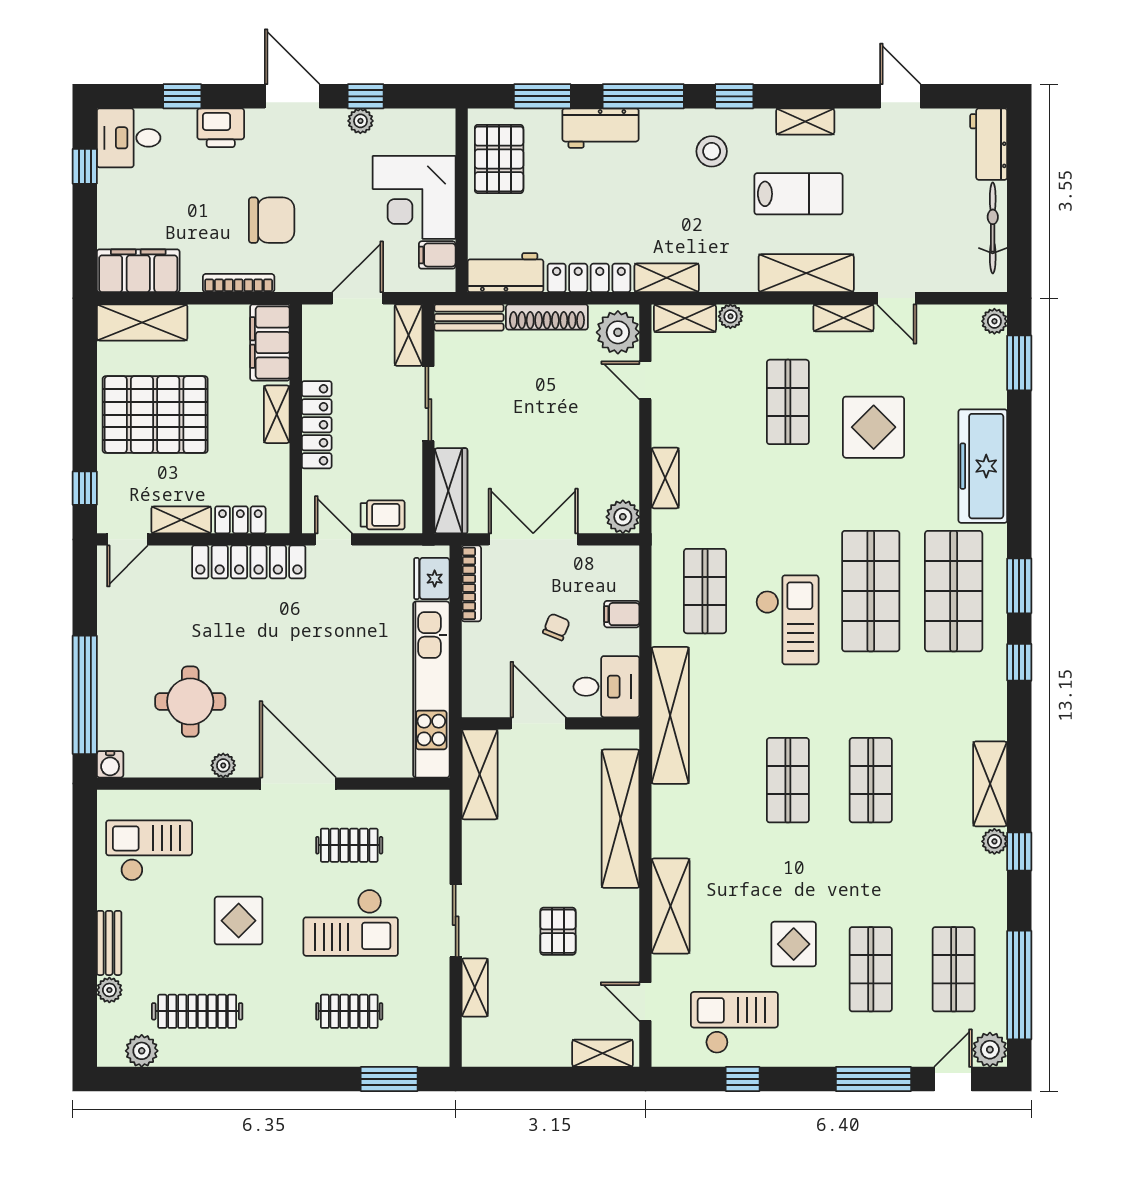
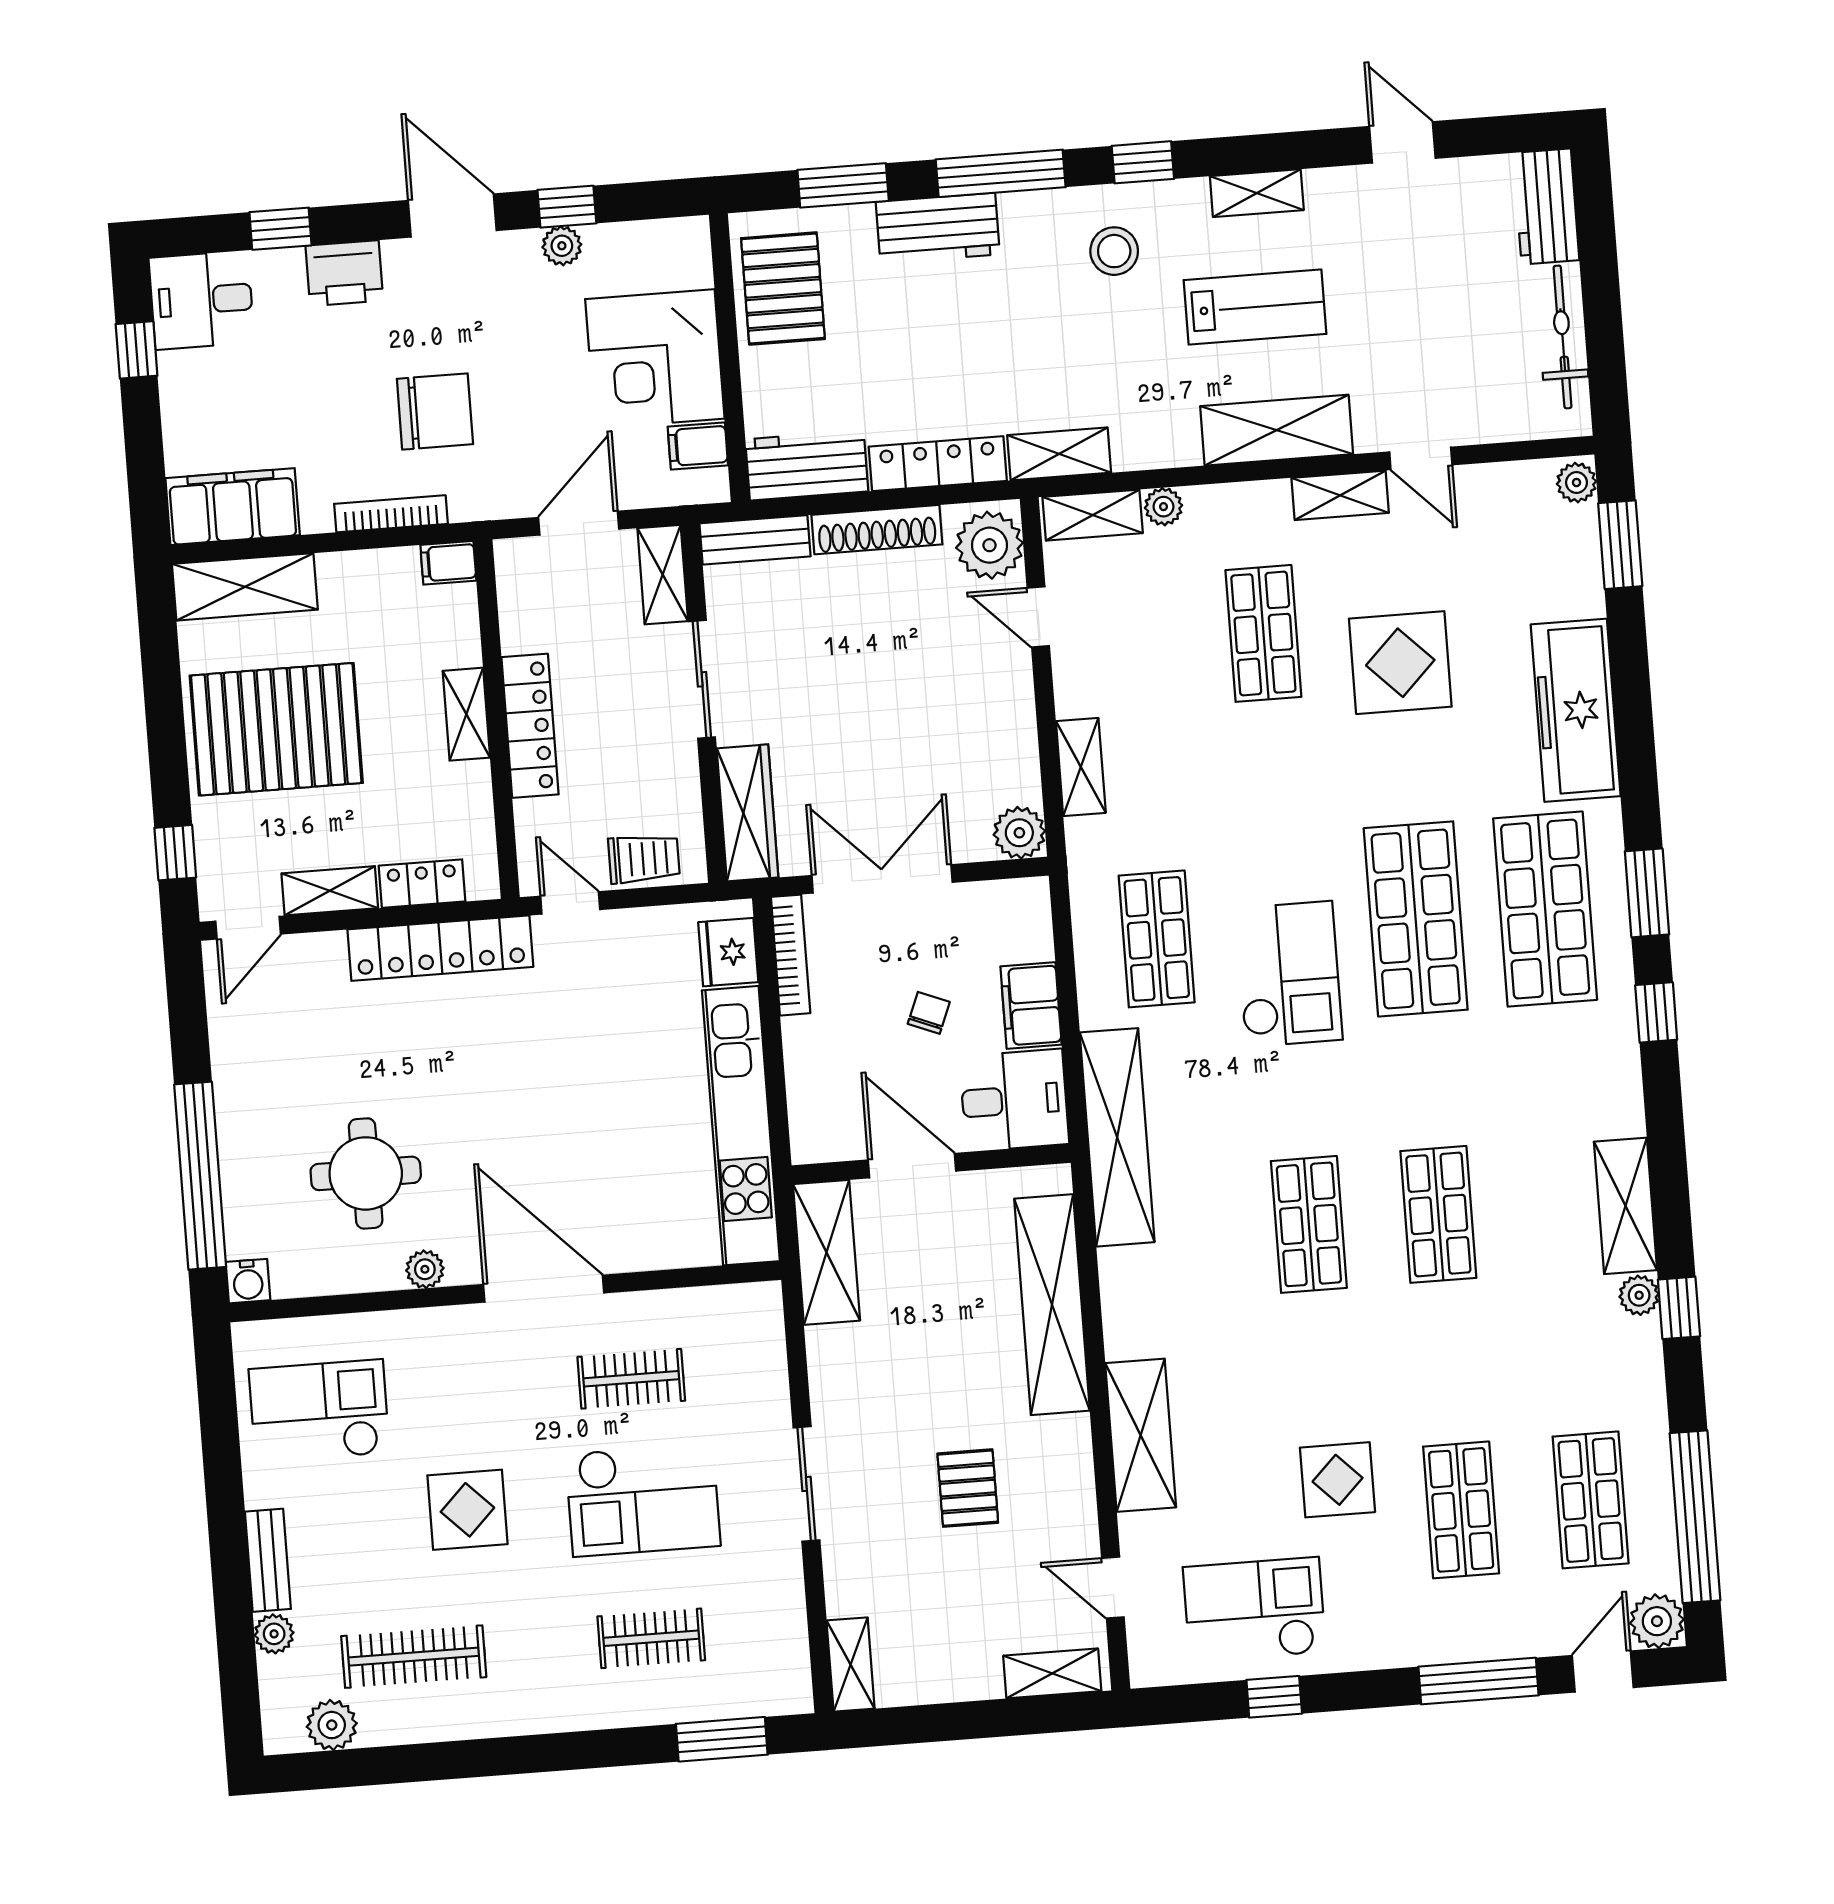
filing cabinet: (270, 342) -> (448, 563), width x0.33, depth x0.86
filing cabinet: (622, 614) -> (1031, 1006), width x2.00
shelving: (475, 987) -> (851, 1665), moved

